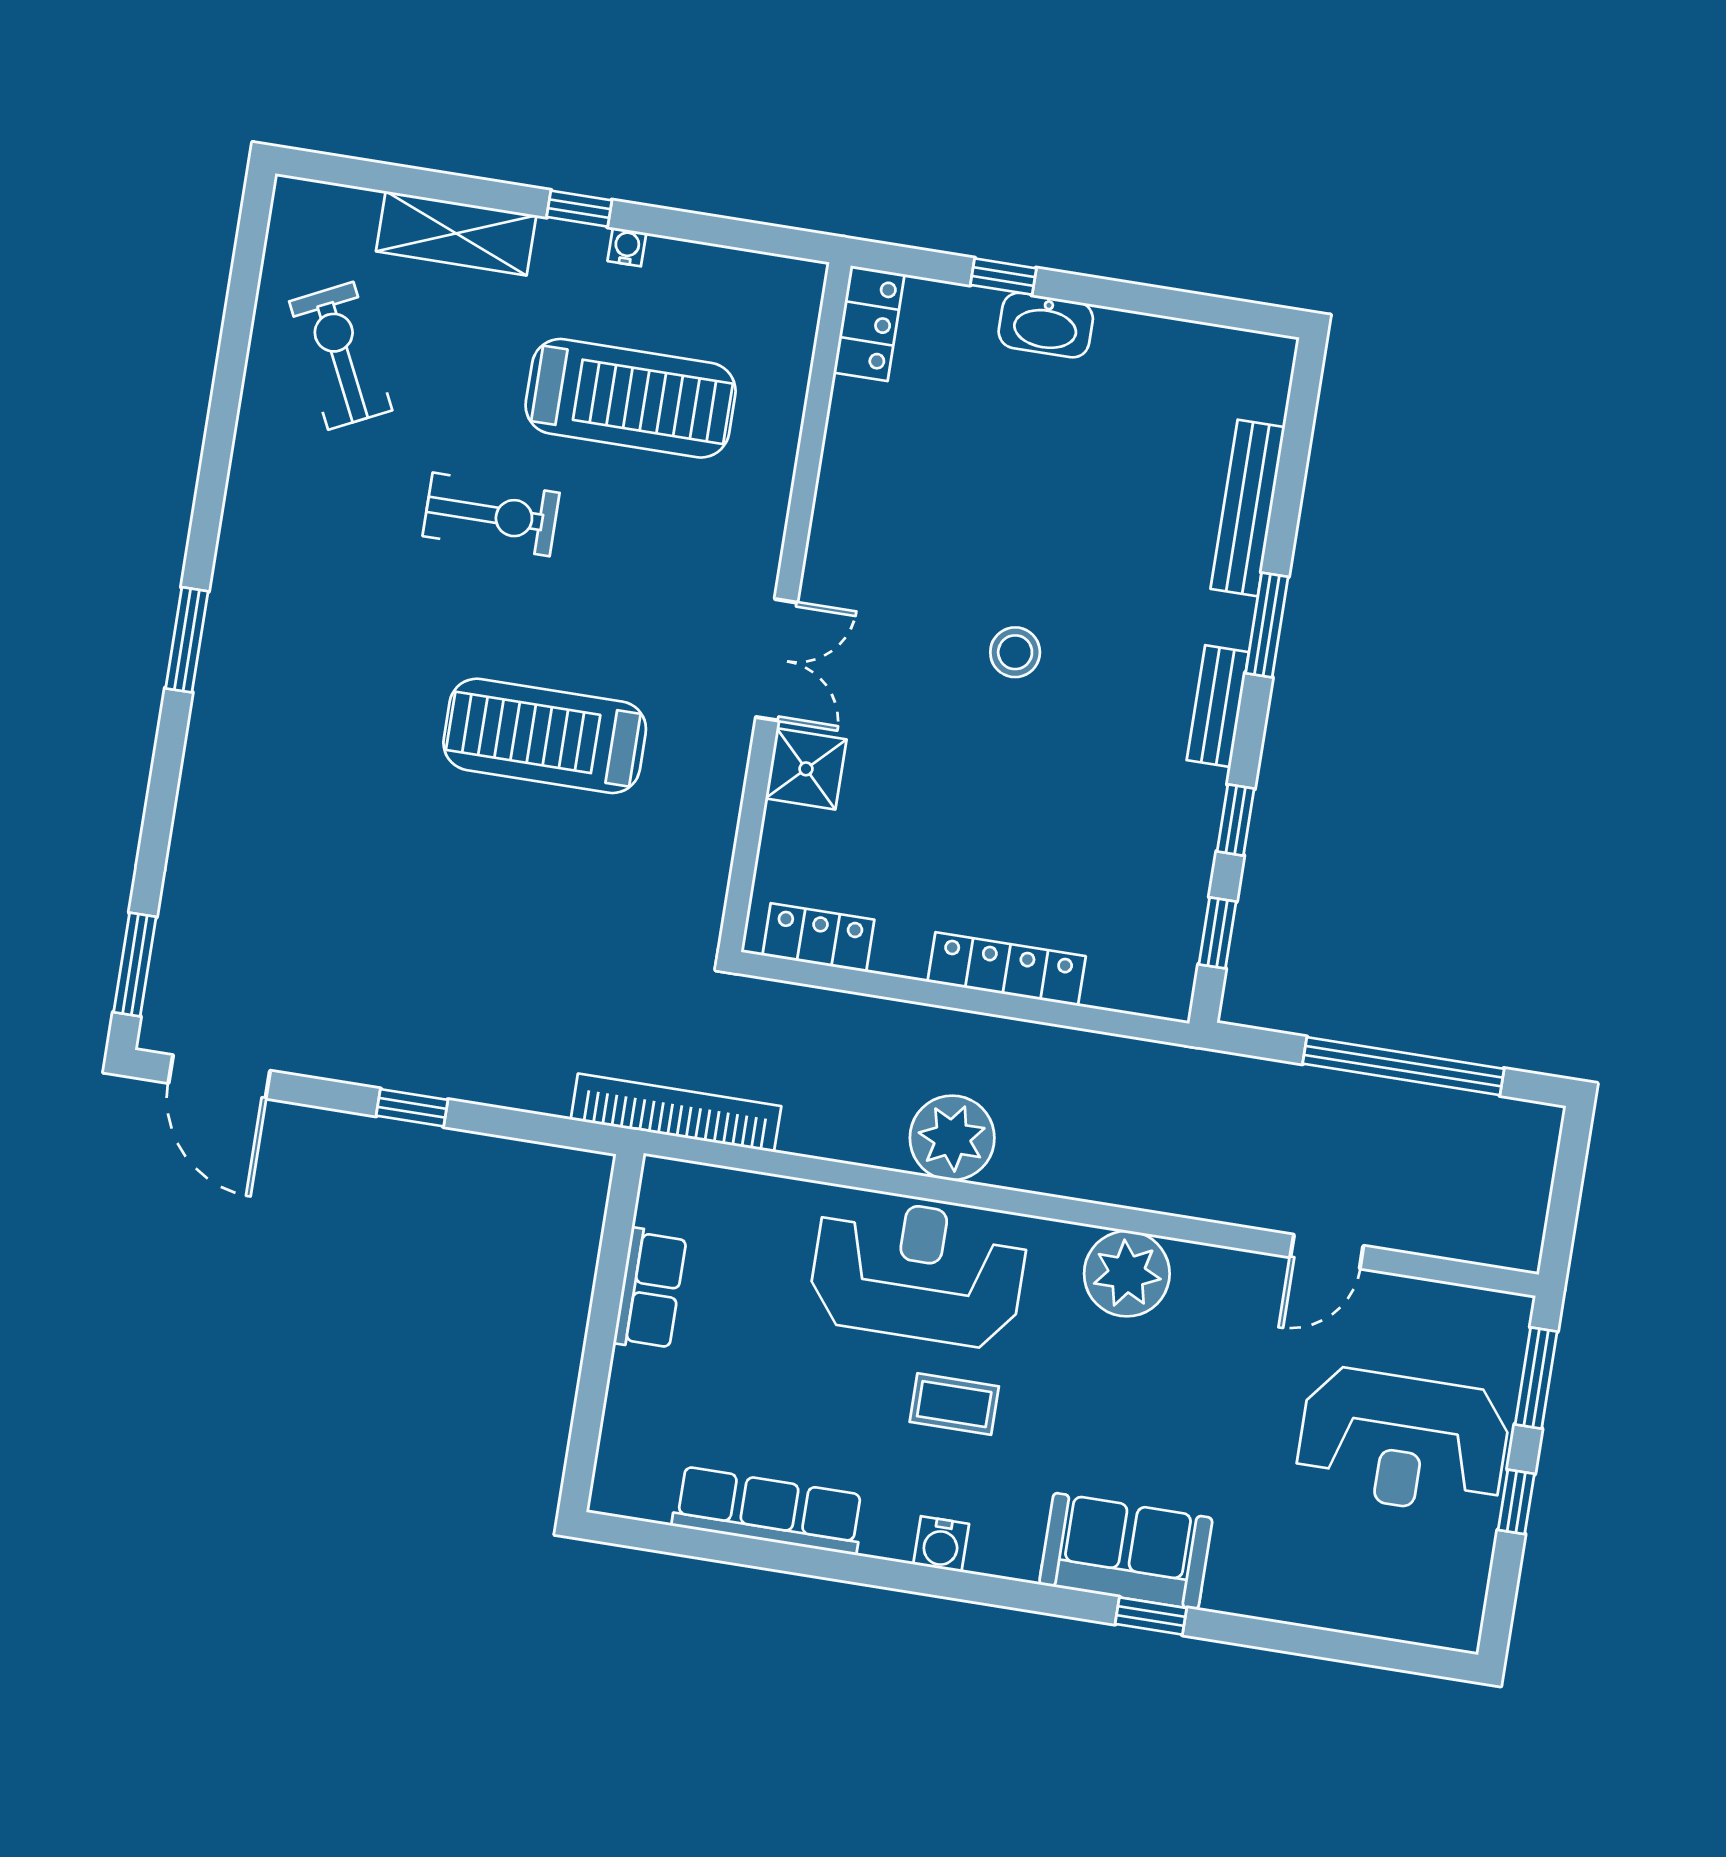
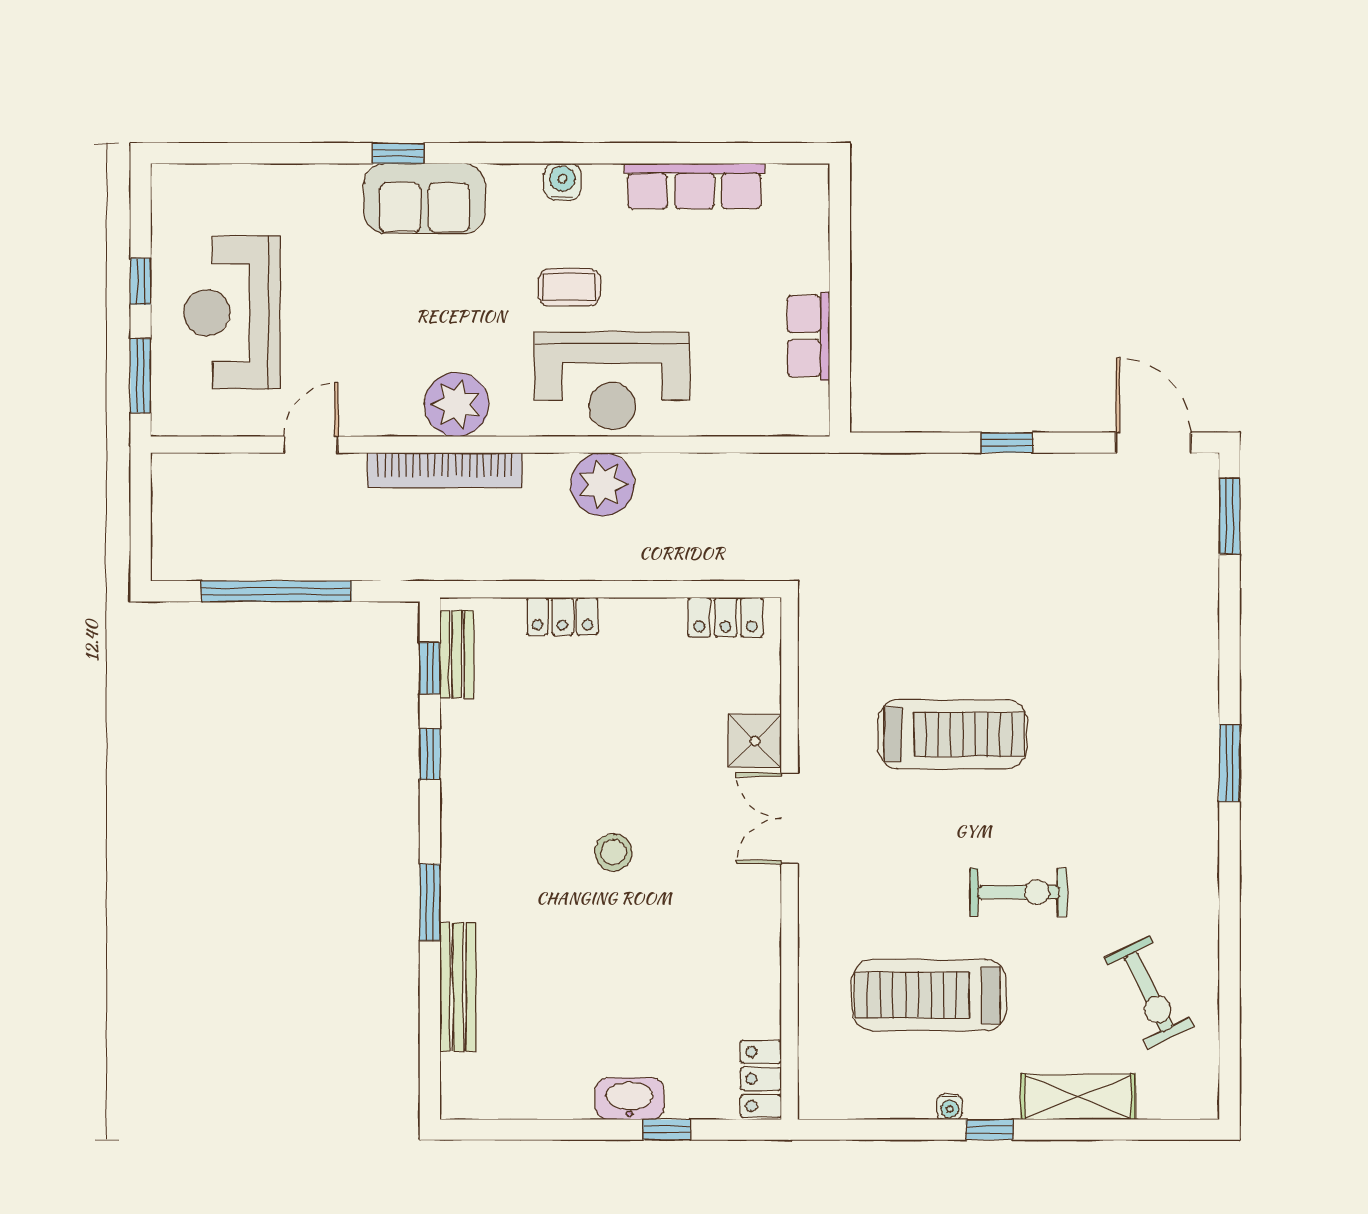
exercise bike: (491, 514) -> (1019, 892), turned 180
bench: (1218, 706) -> (457, 654), moved
locker: (1007, 969) -> (562, 616), width x0.66
bookcase: (676, 1113) -> (445, 470), moved
reception desk: (1403, 1442) -> (232, 313), turned -90

